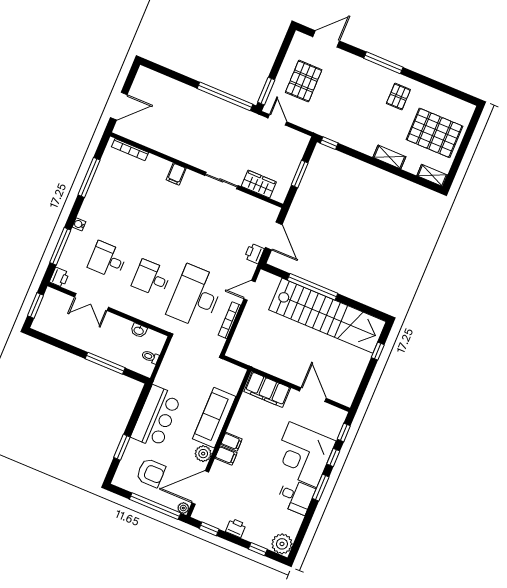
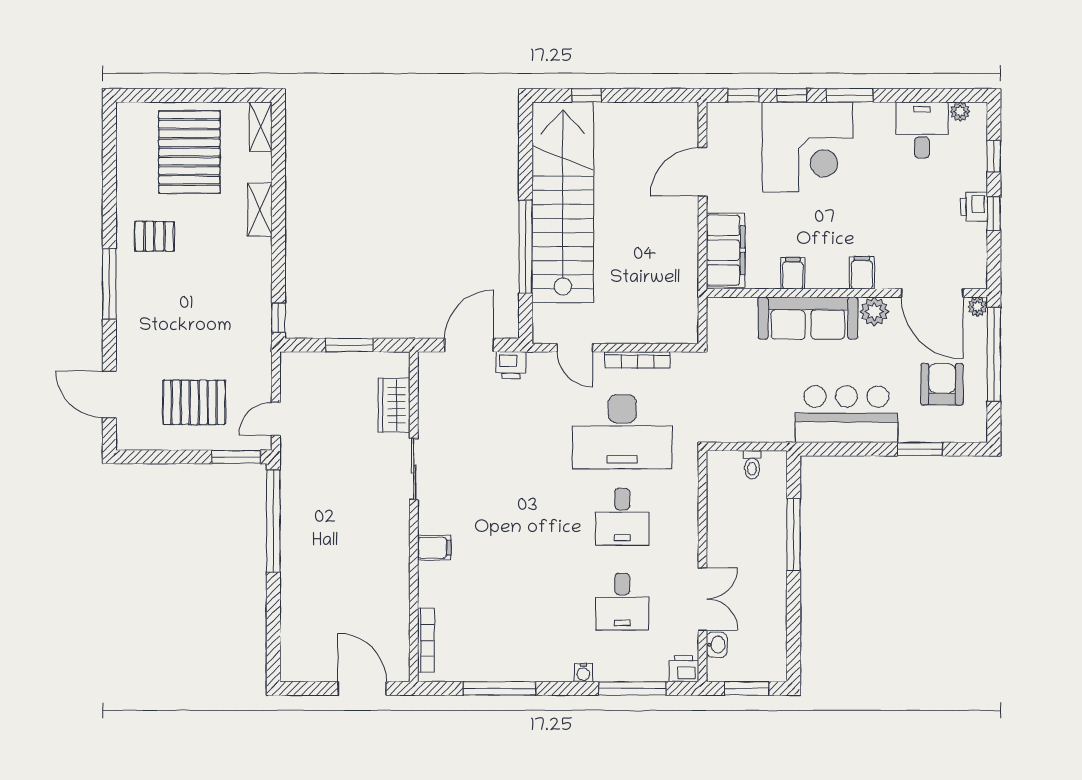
washbasin: (139, 330) -> (717, 645), moved
filing cabinet: (231, 442) -> (793, 273), moved
desk: (296, 496) -> (922, 130), moved
window: (209, 529) -> (994, 214), moved
plant: (282, 544) -> (960, 112), width x0.53, depth x0.53

